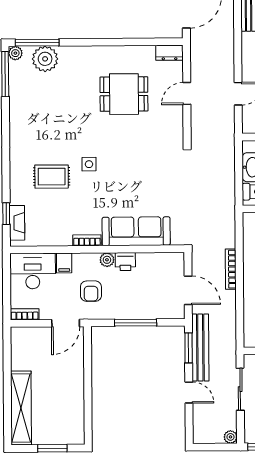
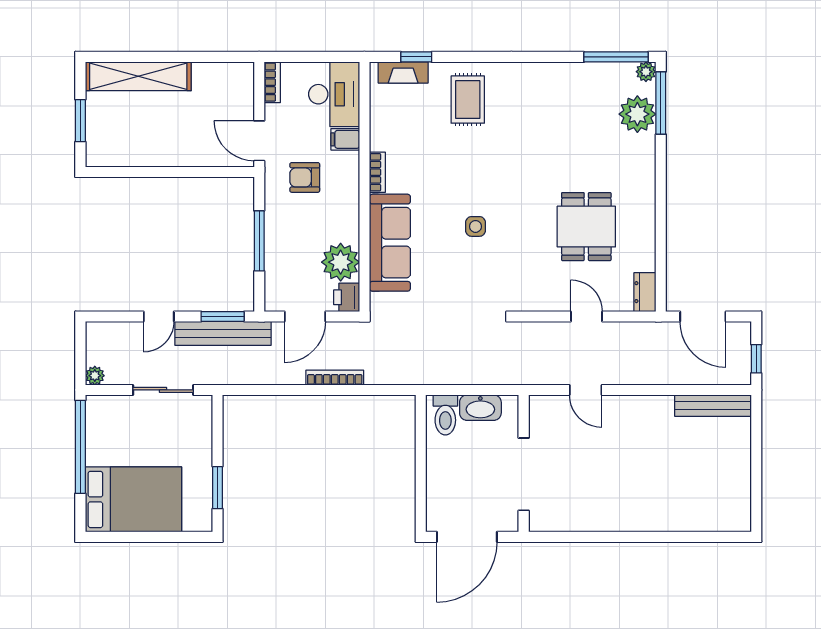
side table: (89, 164) -> (476, 226), moved
rug: (52, 177) -> (468, 100), moved
plant: (107, 260) -> (341, 262), moved, width x1.87, depth x1.87
printer: (125, 262) -> (347, 297), moved

